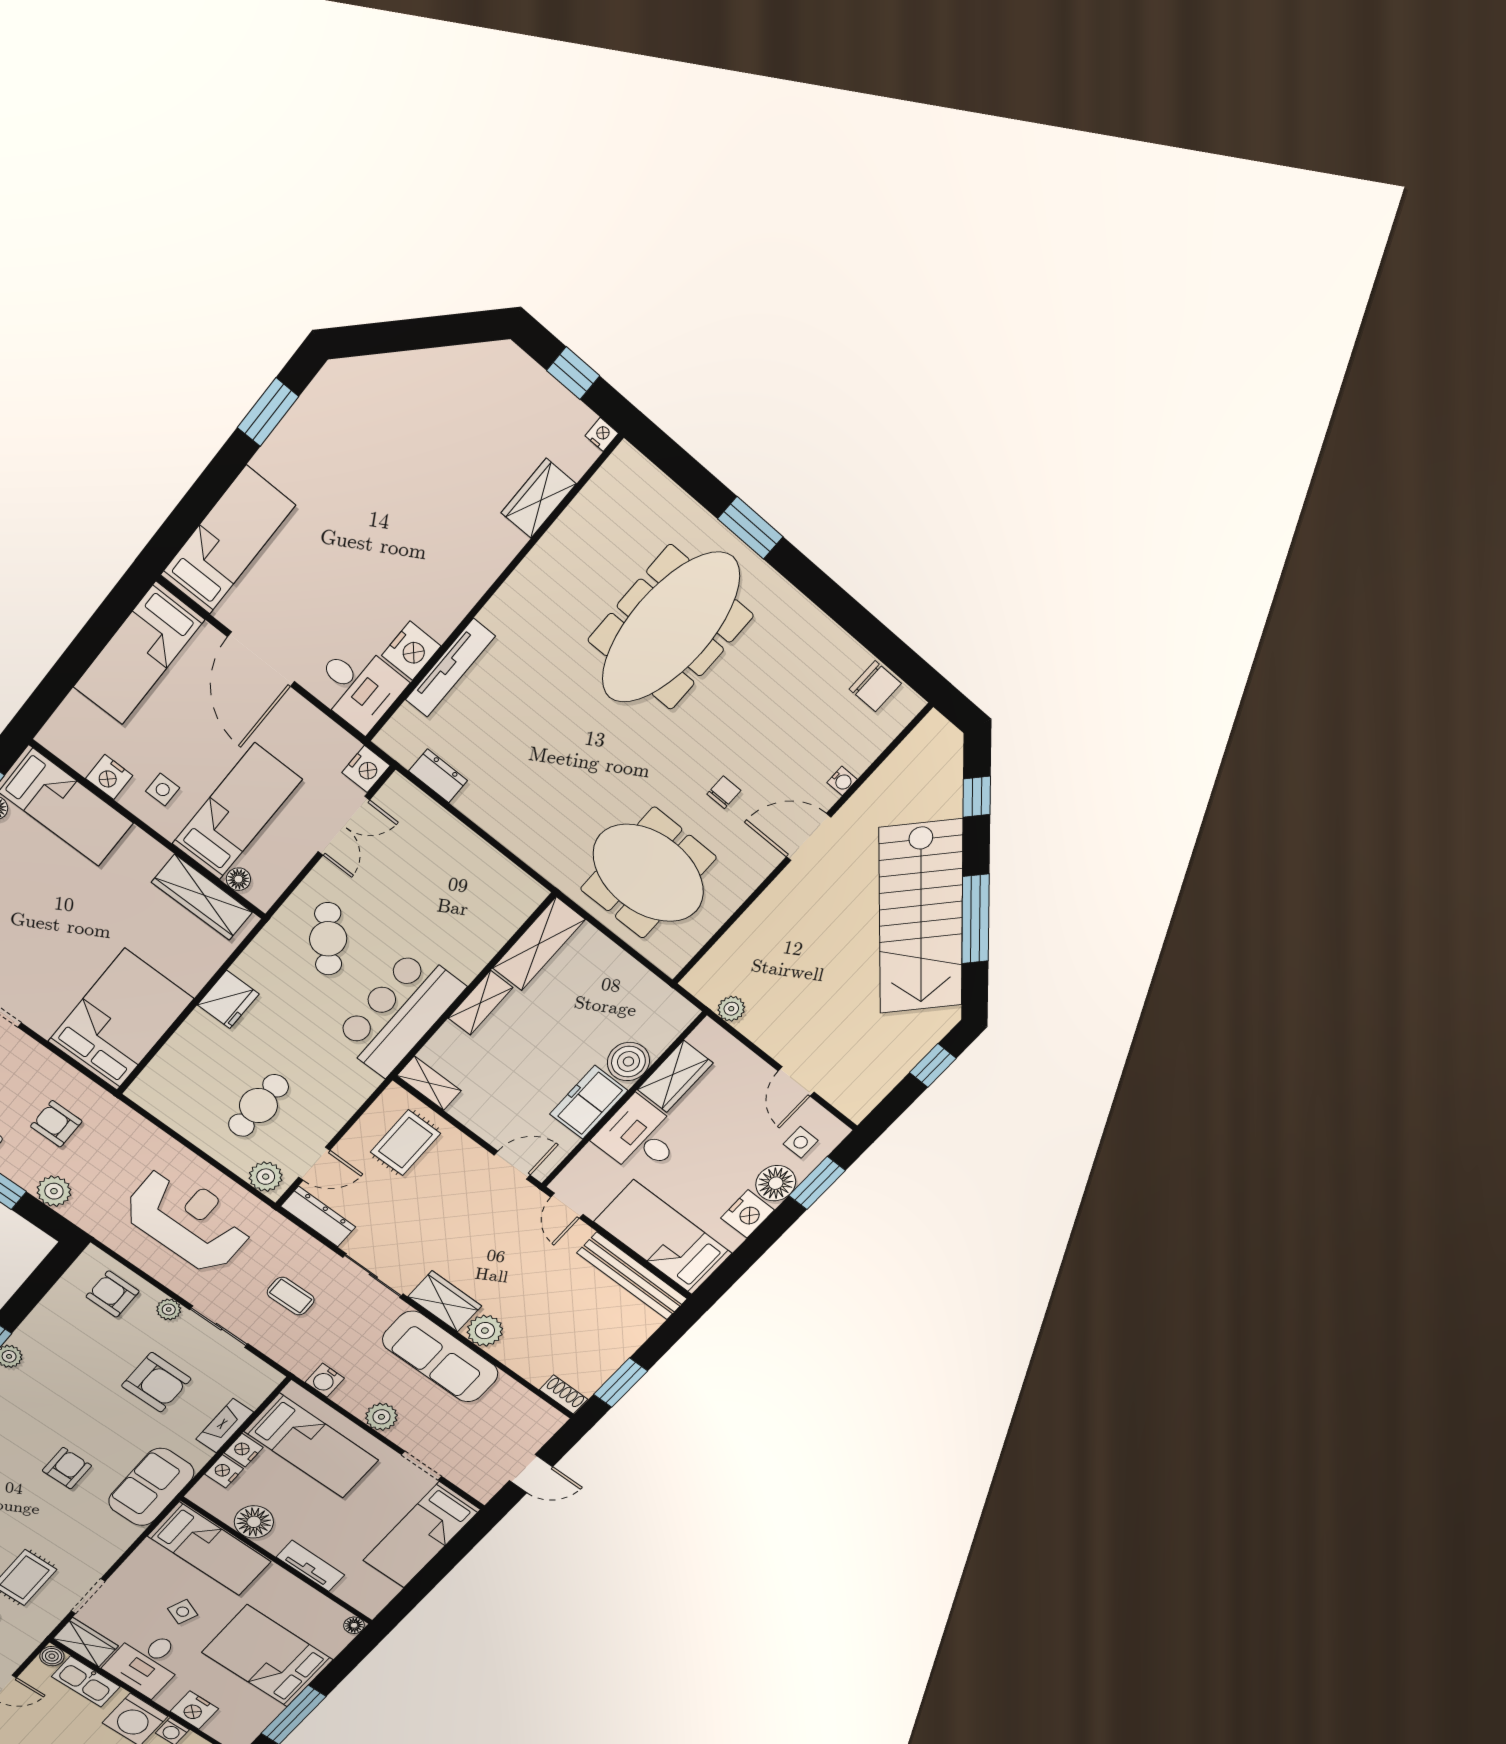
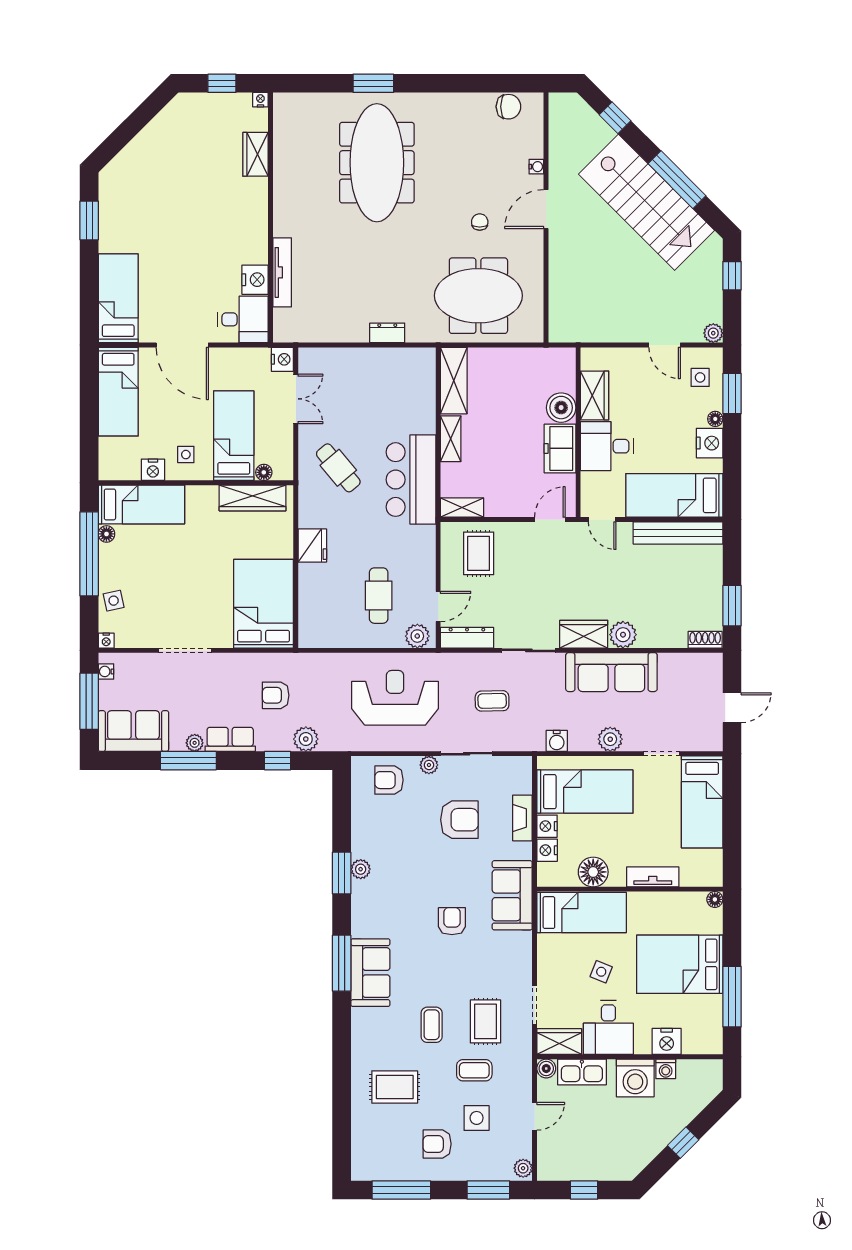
dresser: (438, 776) -> (387, 333), moved
plant: (731, 1009) -> (713, 333), moved
floor lamp: (776, 1183) -> (715, 419), width x0.53, depth x0.53

